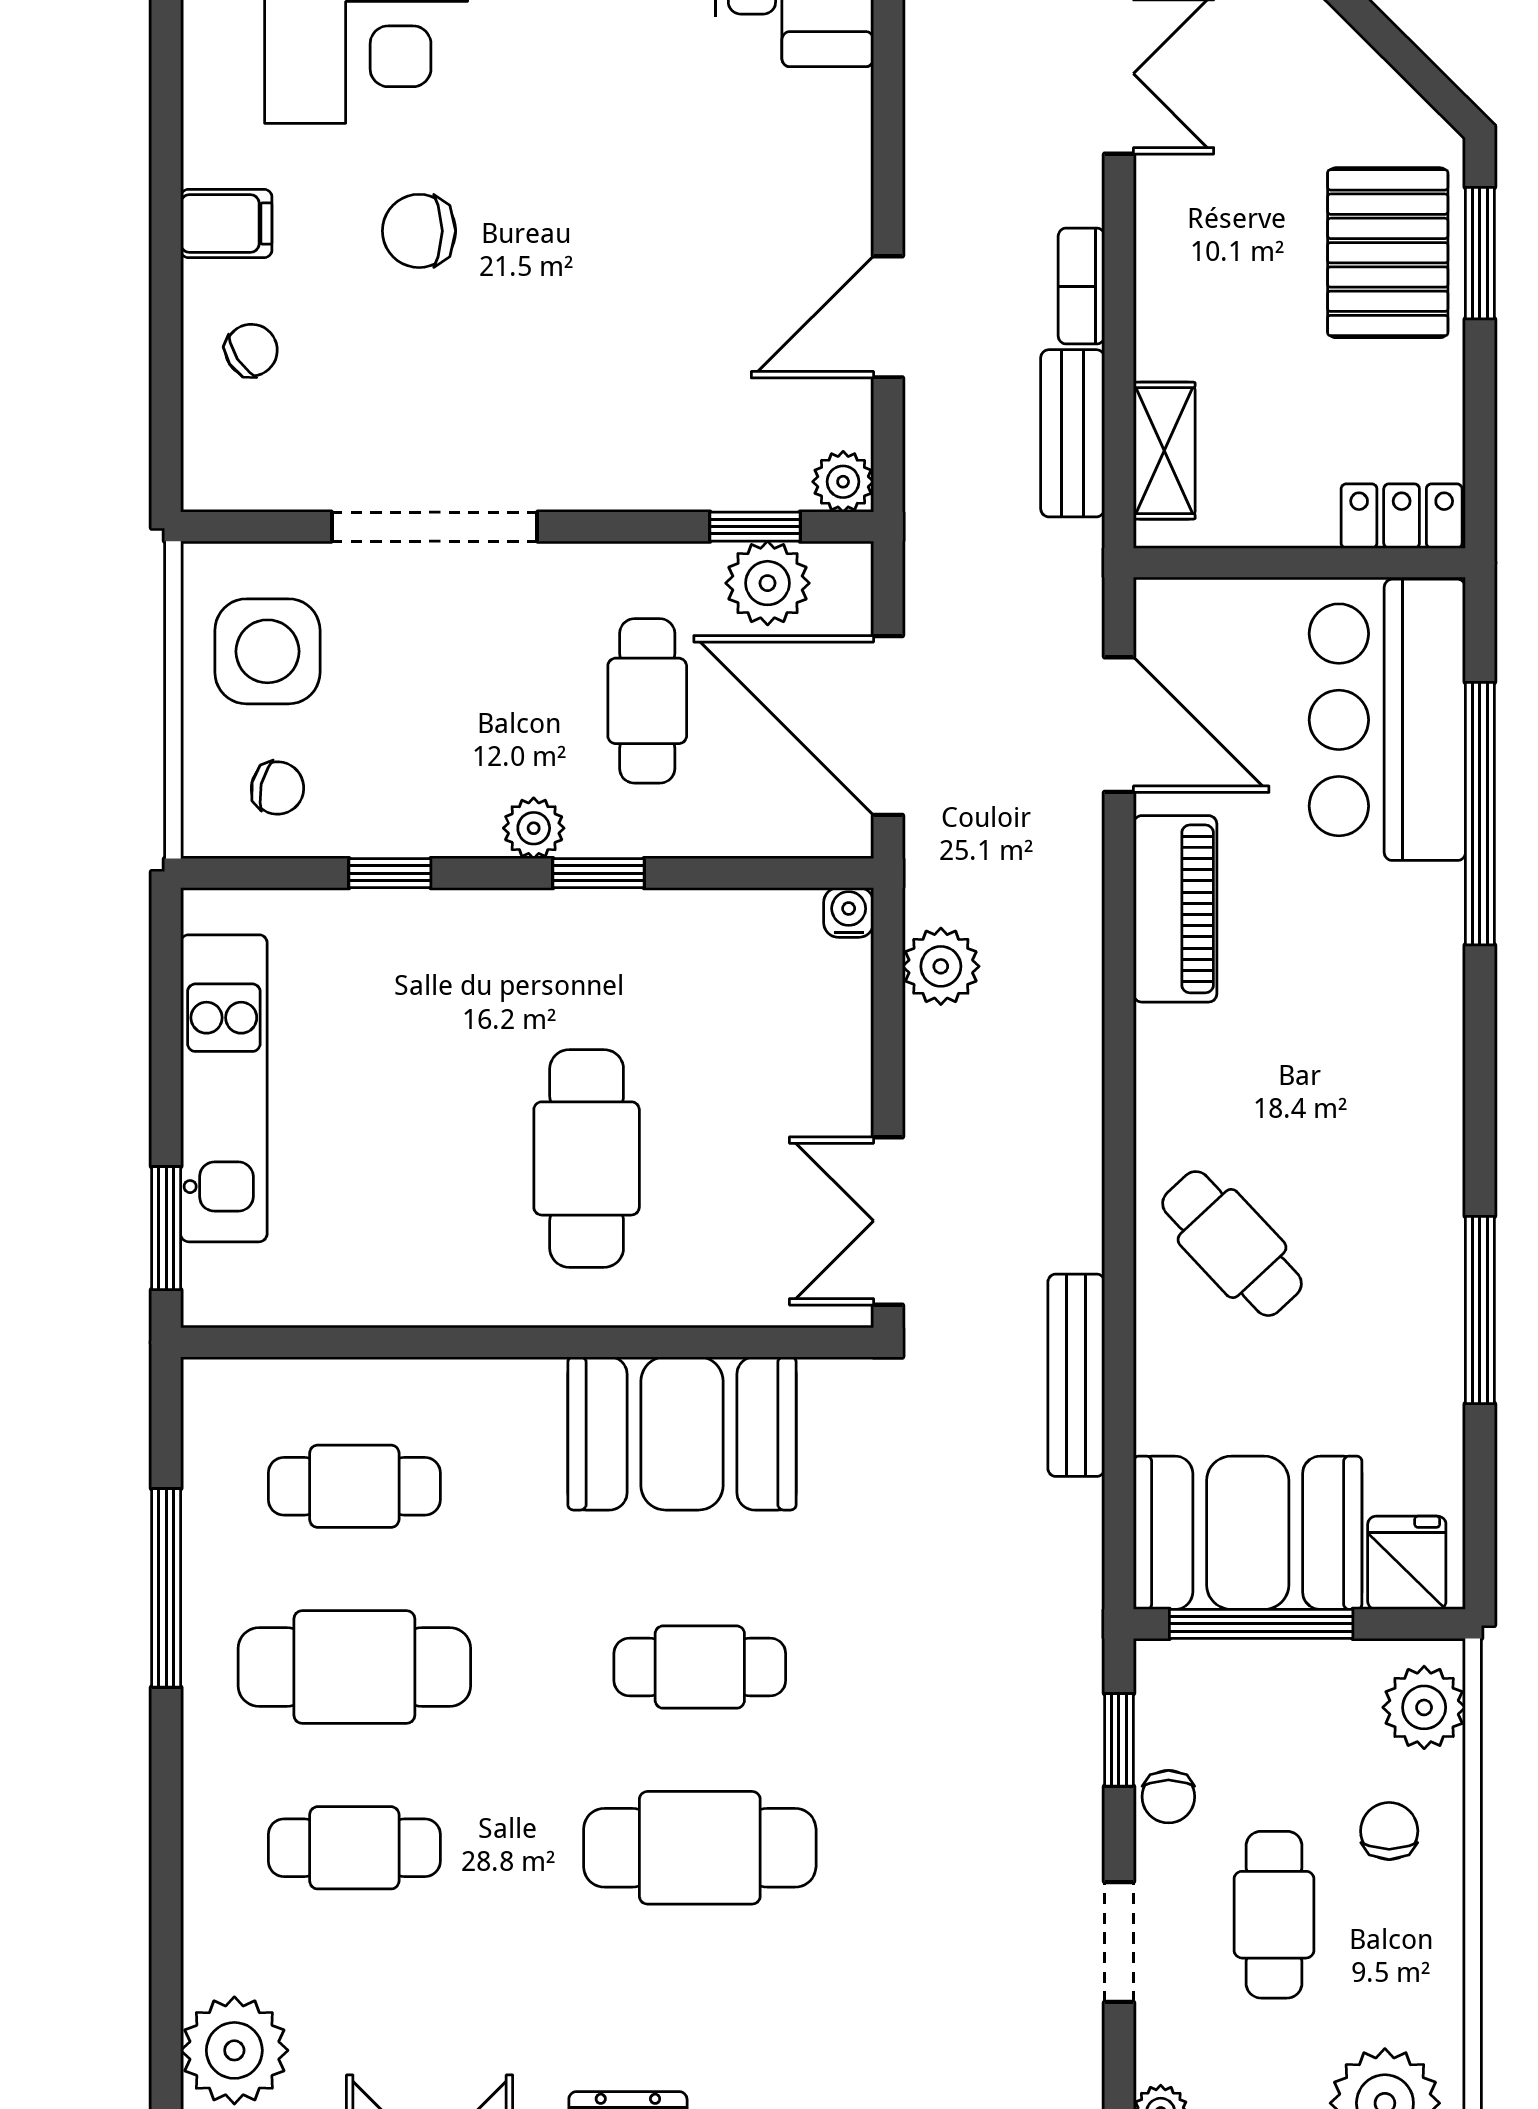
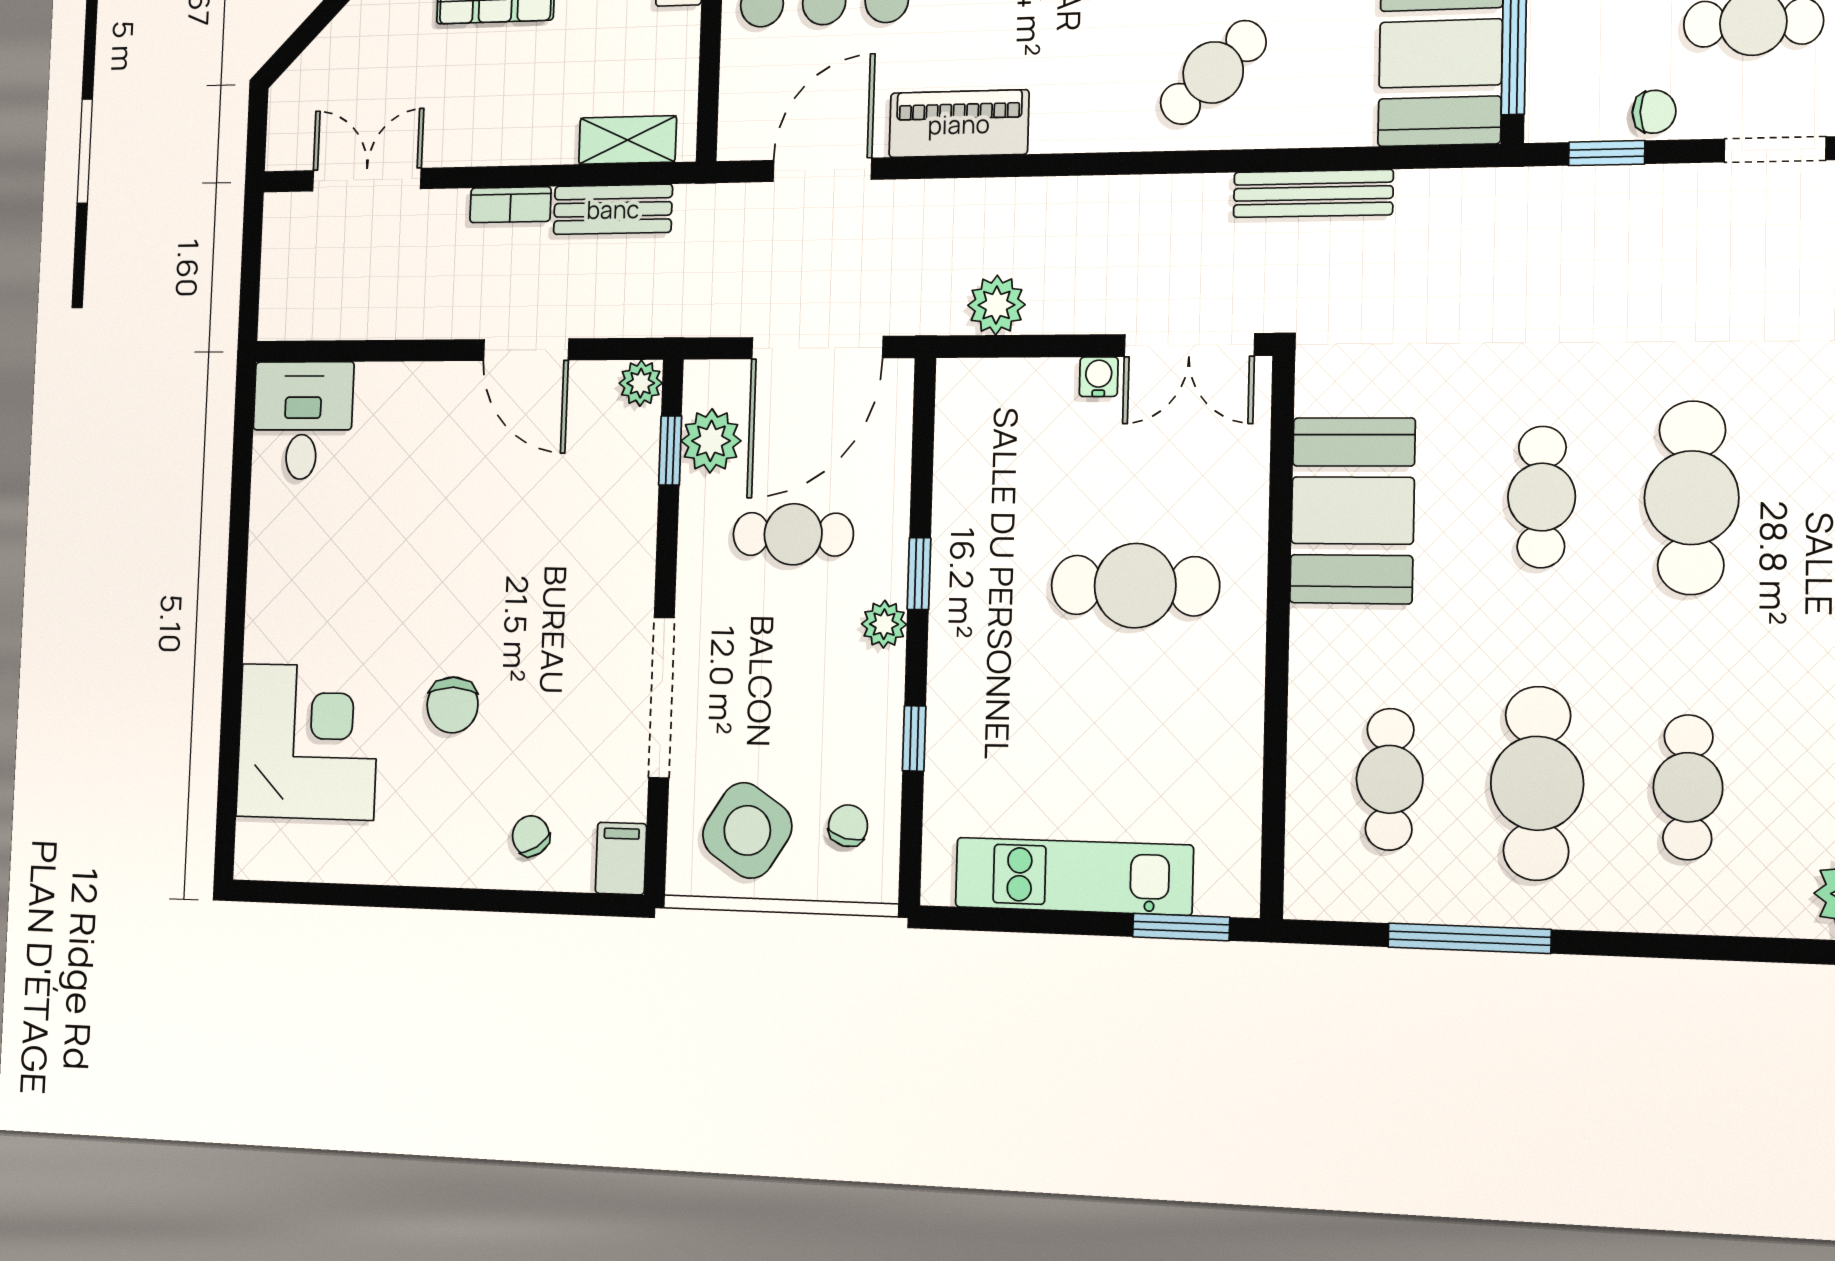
filing cabinet: (226, 224) -> (621, 858), moved
side table: (267, 651) -> (747, 830), turned 33
water cooler: (849, 912) -> (1099, 377), moved, turned 90

